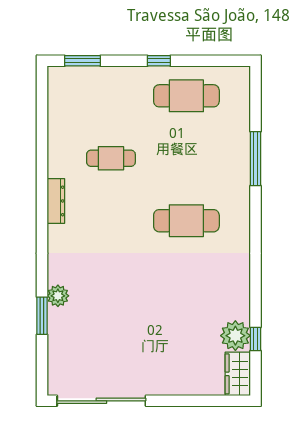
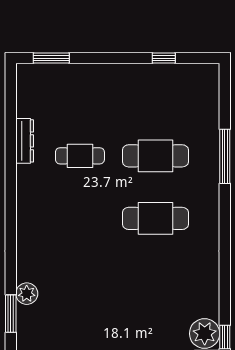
window: (159, 61) -> (164, 58), moved
cafe table: (186, 96) -> (155, 156), moved
dresser: (56, 201) -> (25, 141), moved

